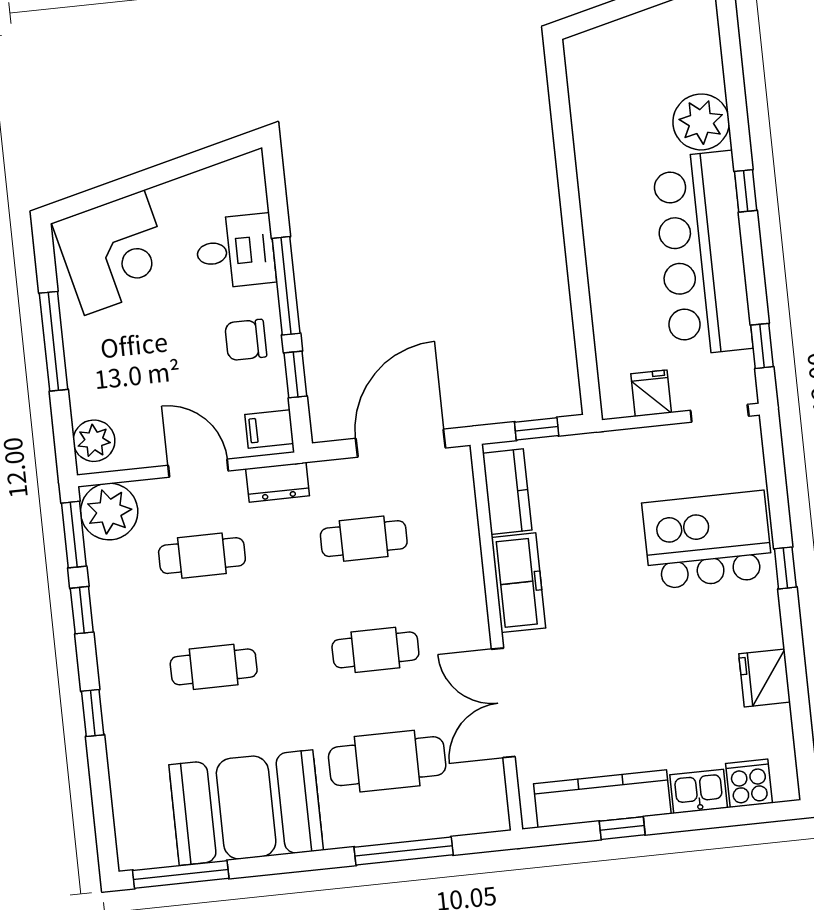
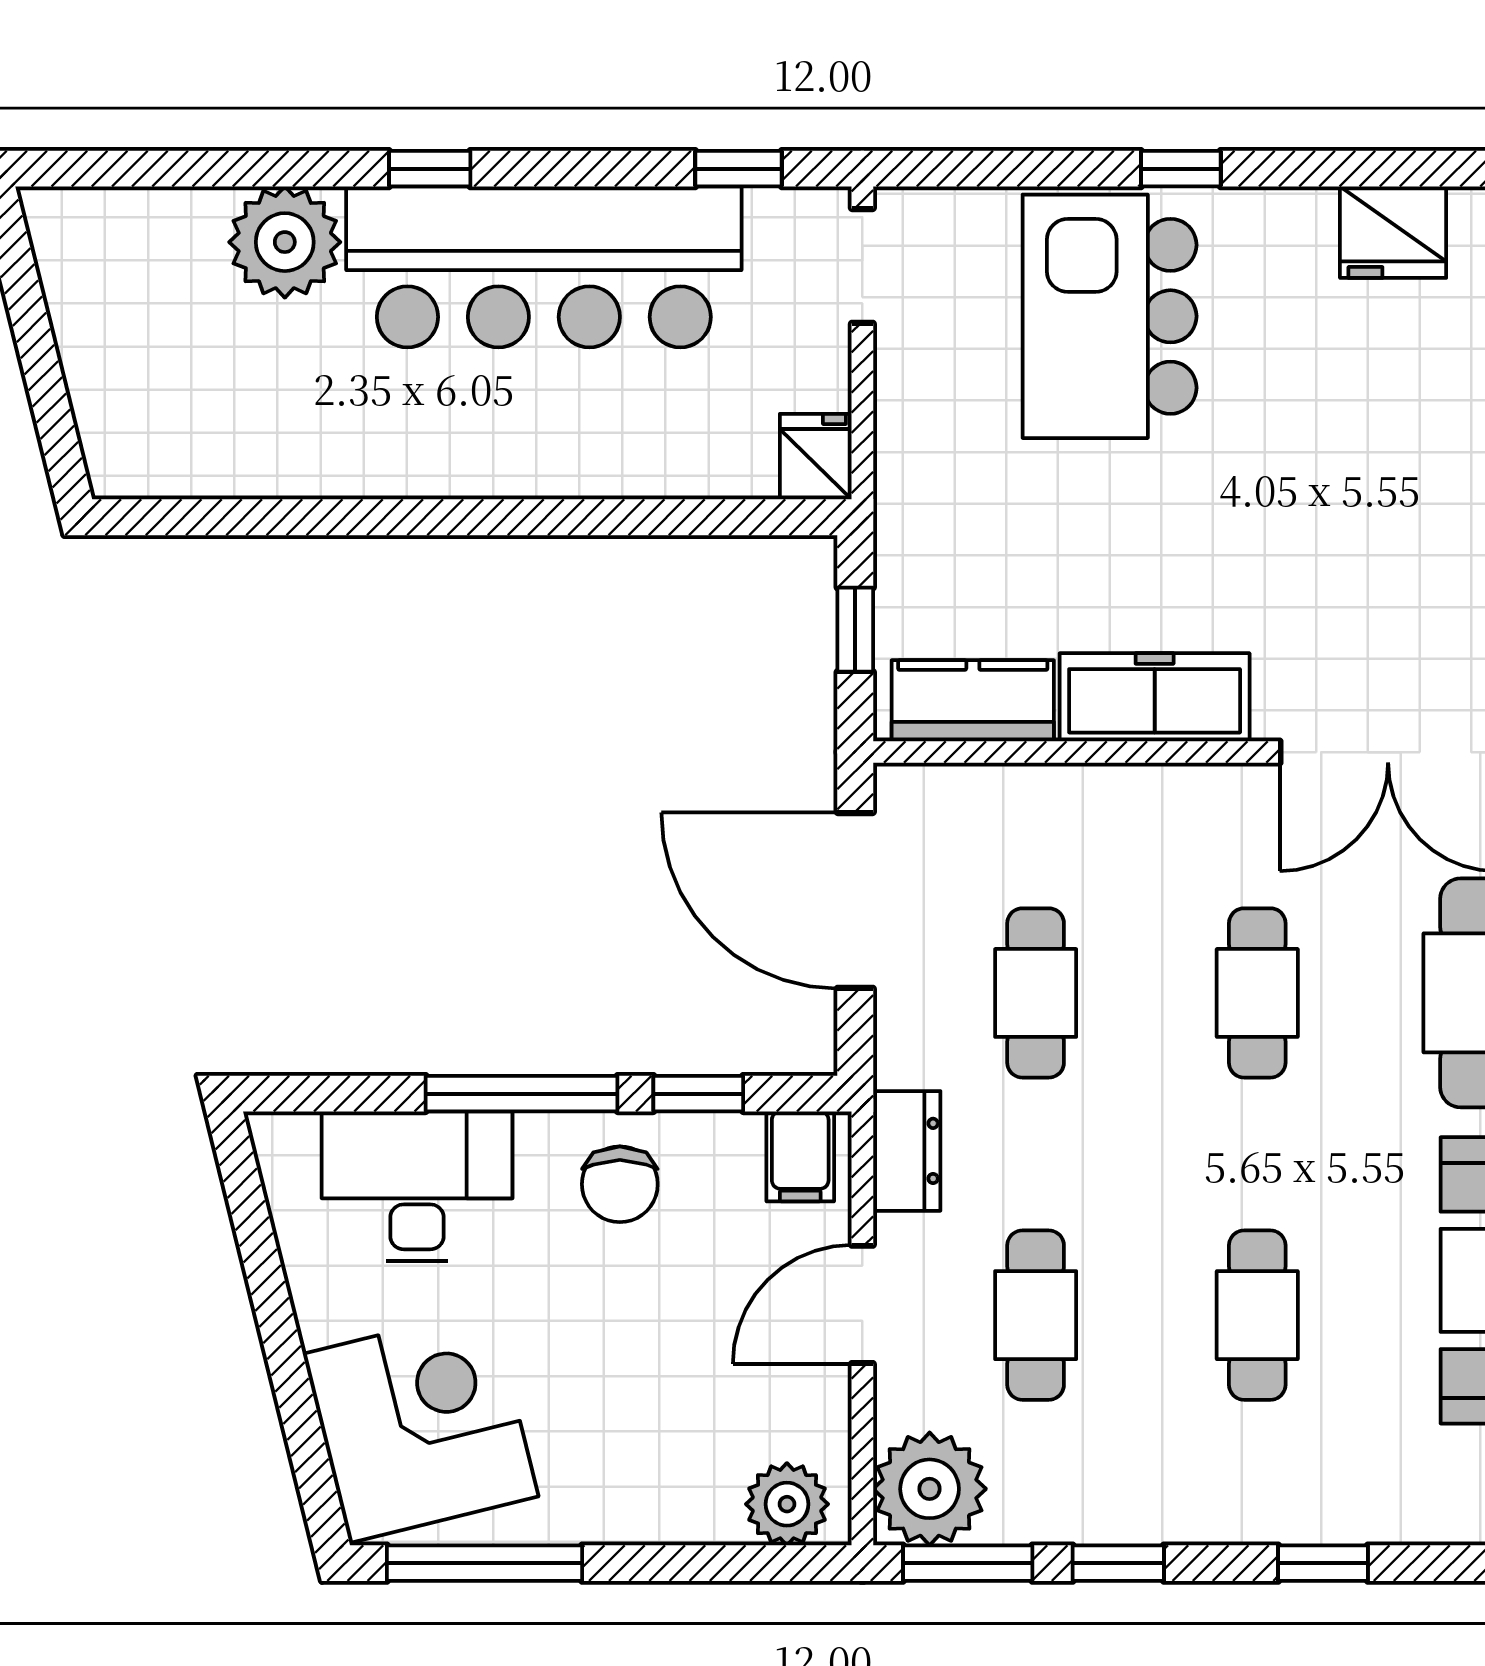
desk: (235, 251) -> (417, 1186), width x1.37
window: (54, 341) -> (485, 1563), moved
fridge: (651, 393) -> (816, 457), moved, turned 90

